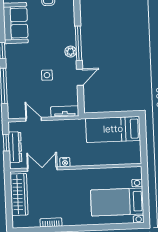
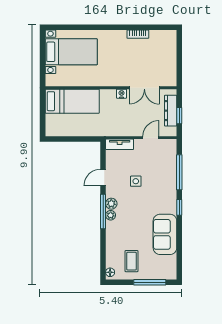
plant: (71, 40) -> (111, 215), added
door: (34, 119) -> (151, 138), swing flipped
bed: (113, 129) -> (72, 101), moved
wardrobe: (19, 194) -> (169, 63), removed

